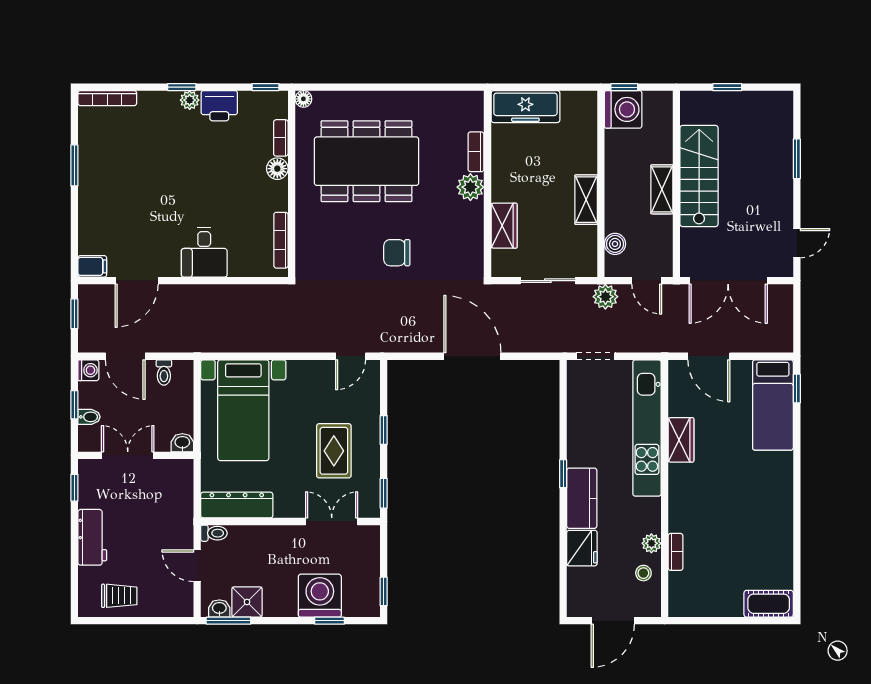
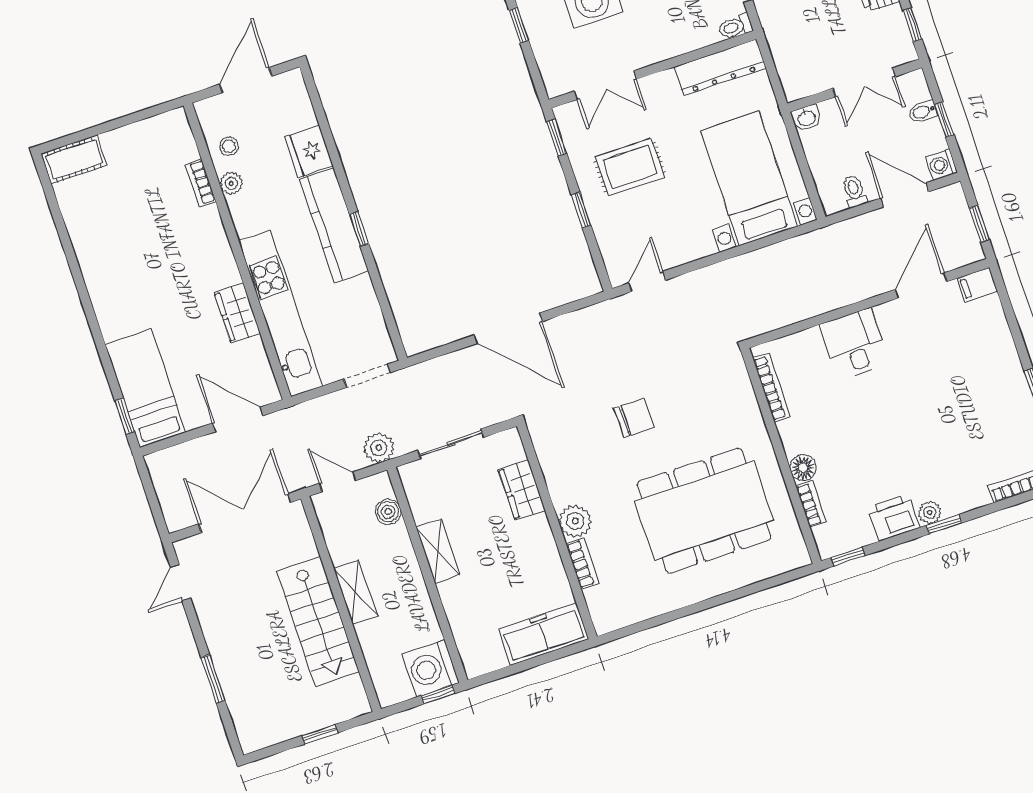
floor lamp: (303, 99) -> (800, 558), removed
rug: (334, 451) -> (630, 167), turned 90
kitchen counter: (582, 498) -> (334, 225), width x1.50

